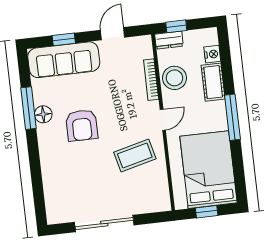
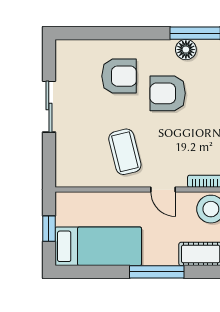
armchair: (72, 168) -> (119, 76), added
bed: (209, 170) -> (98, 246), width x0.67
sliding door: (104, 224) -> (49, 107), width x0.73

